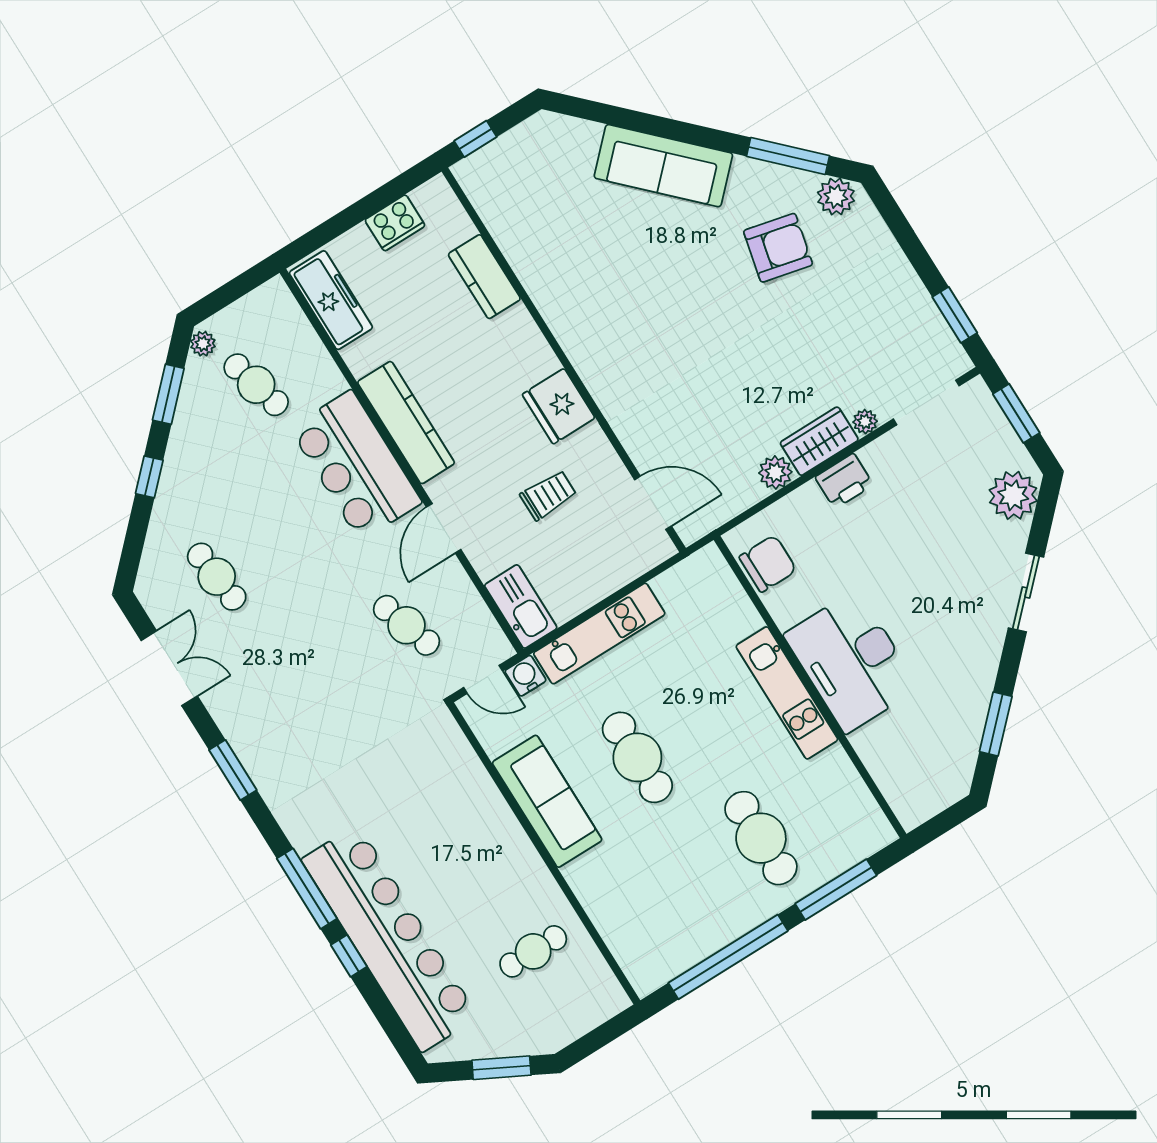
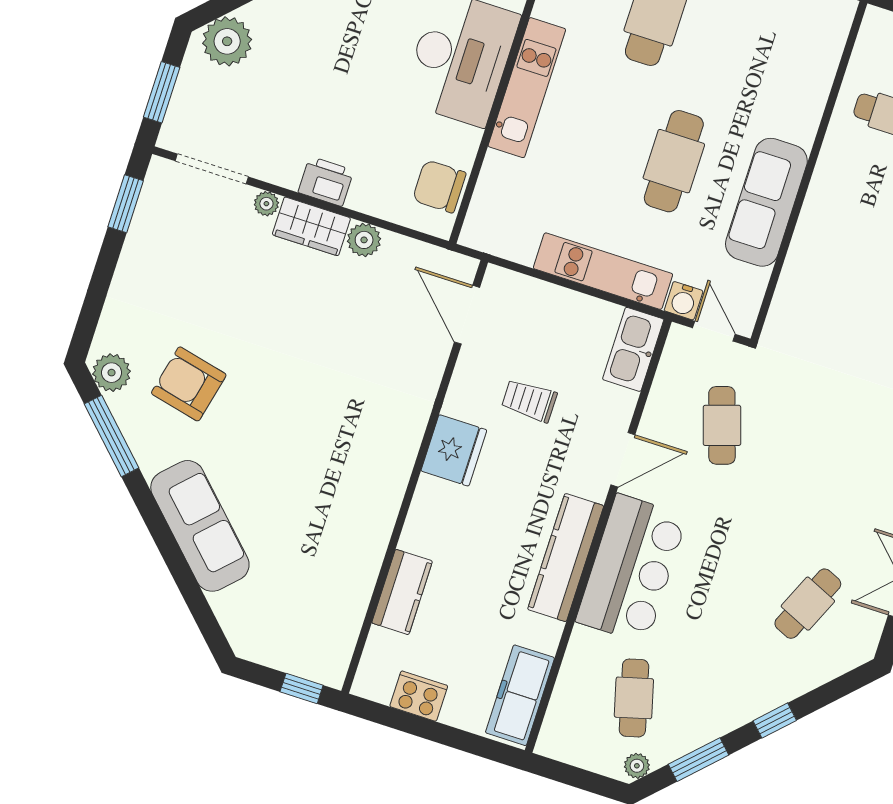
cafe table: (217, 577) -> (808, 604), turned 30

